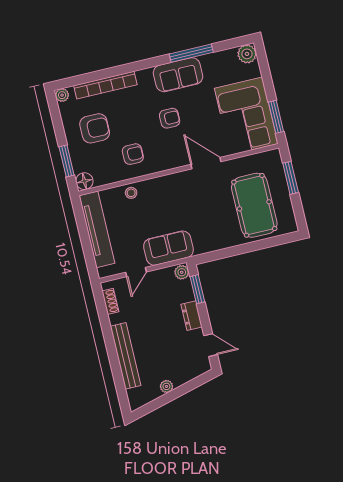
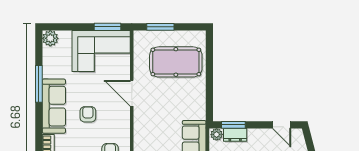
sofa: (178, 75) -> (54, 106), width x1.36
door: (206, 163) -> (132, 93), hinge flipped
dresser: (192, 316) -> (235, 135), moved
door: (211, 345) -> (282, 125), swing flipped

